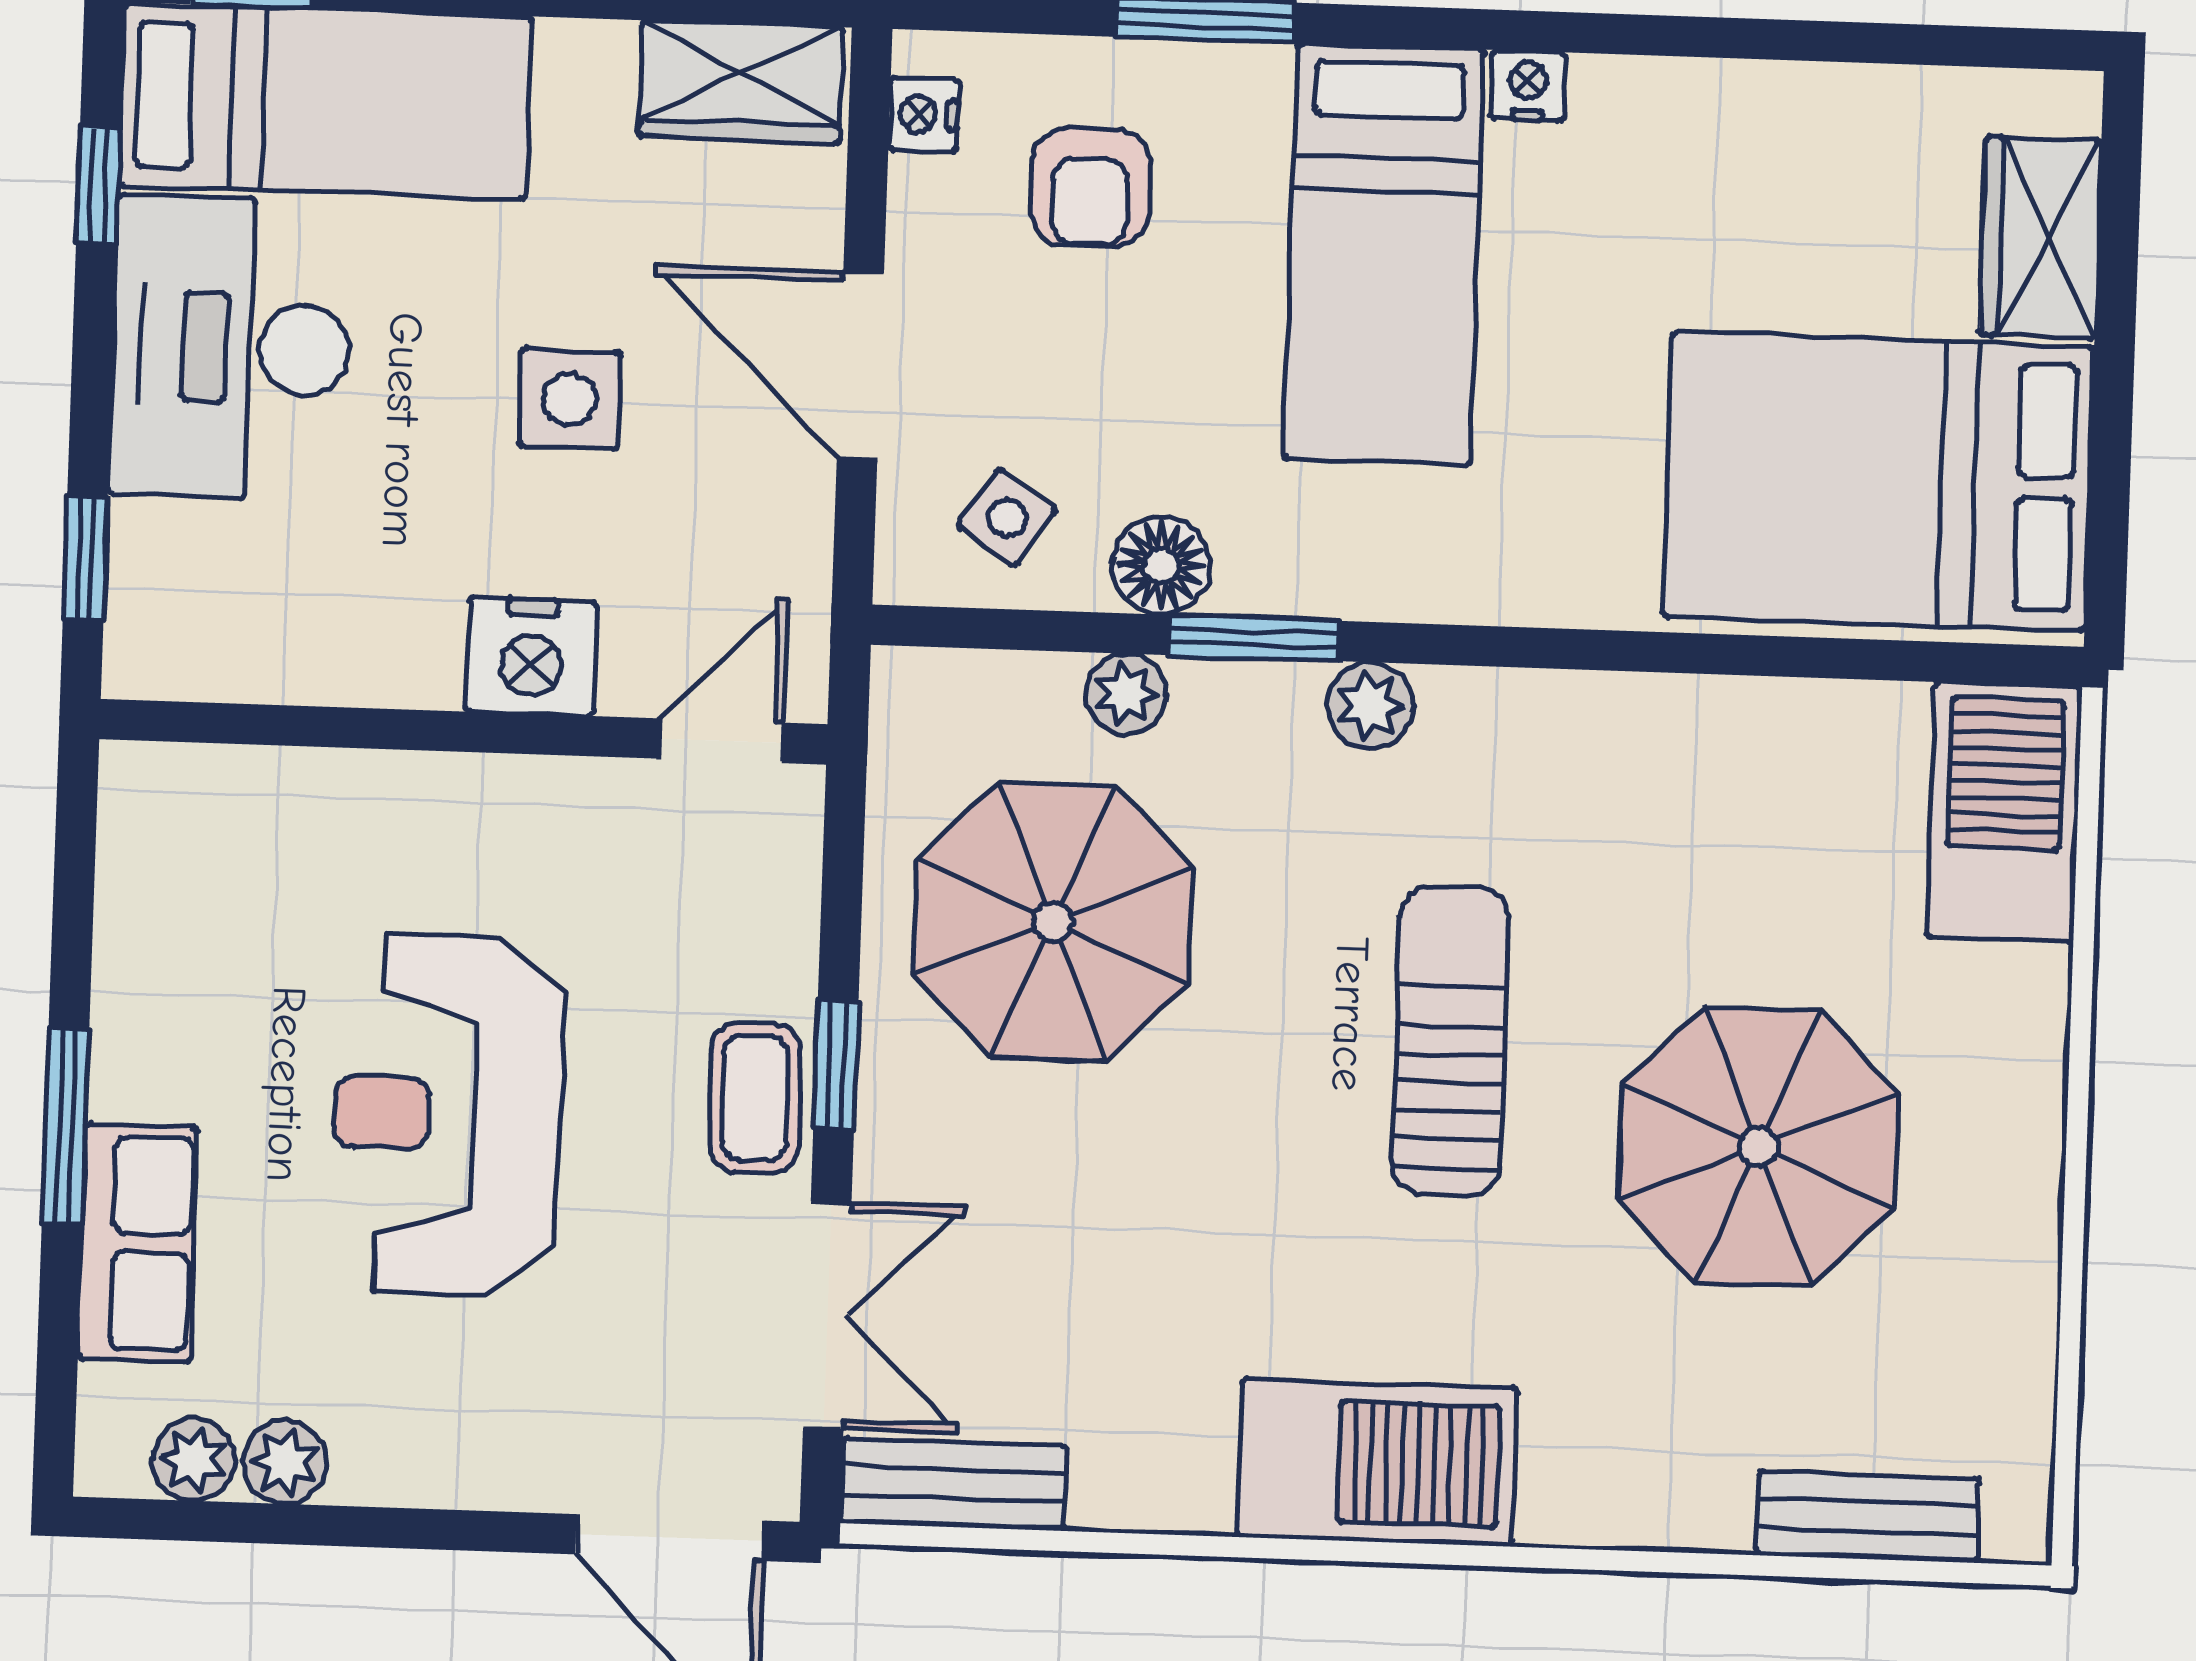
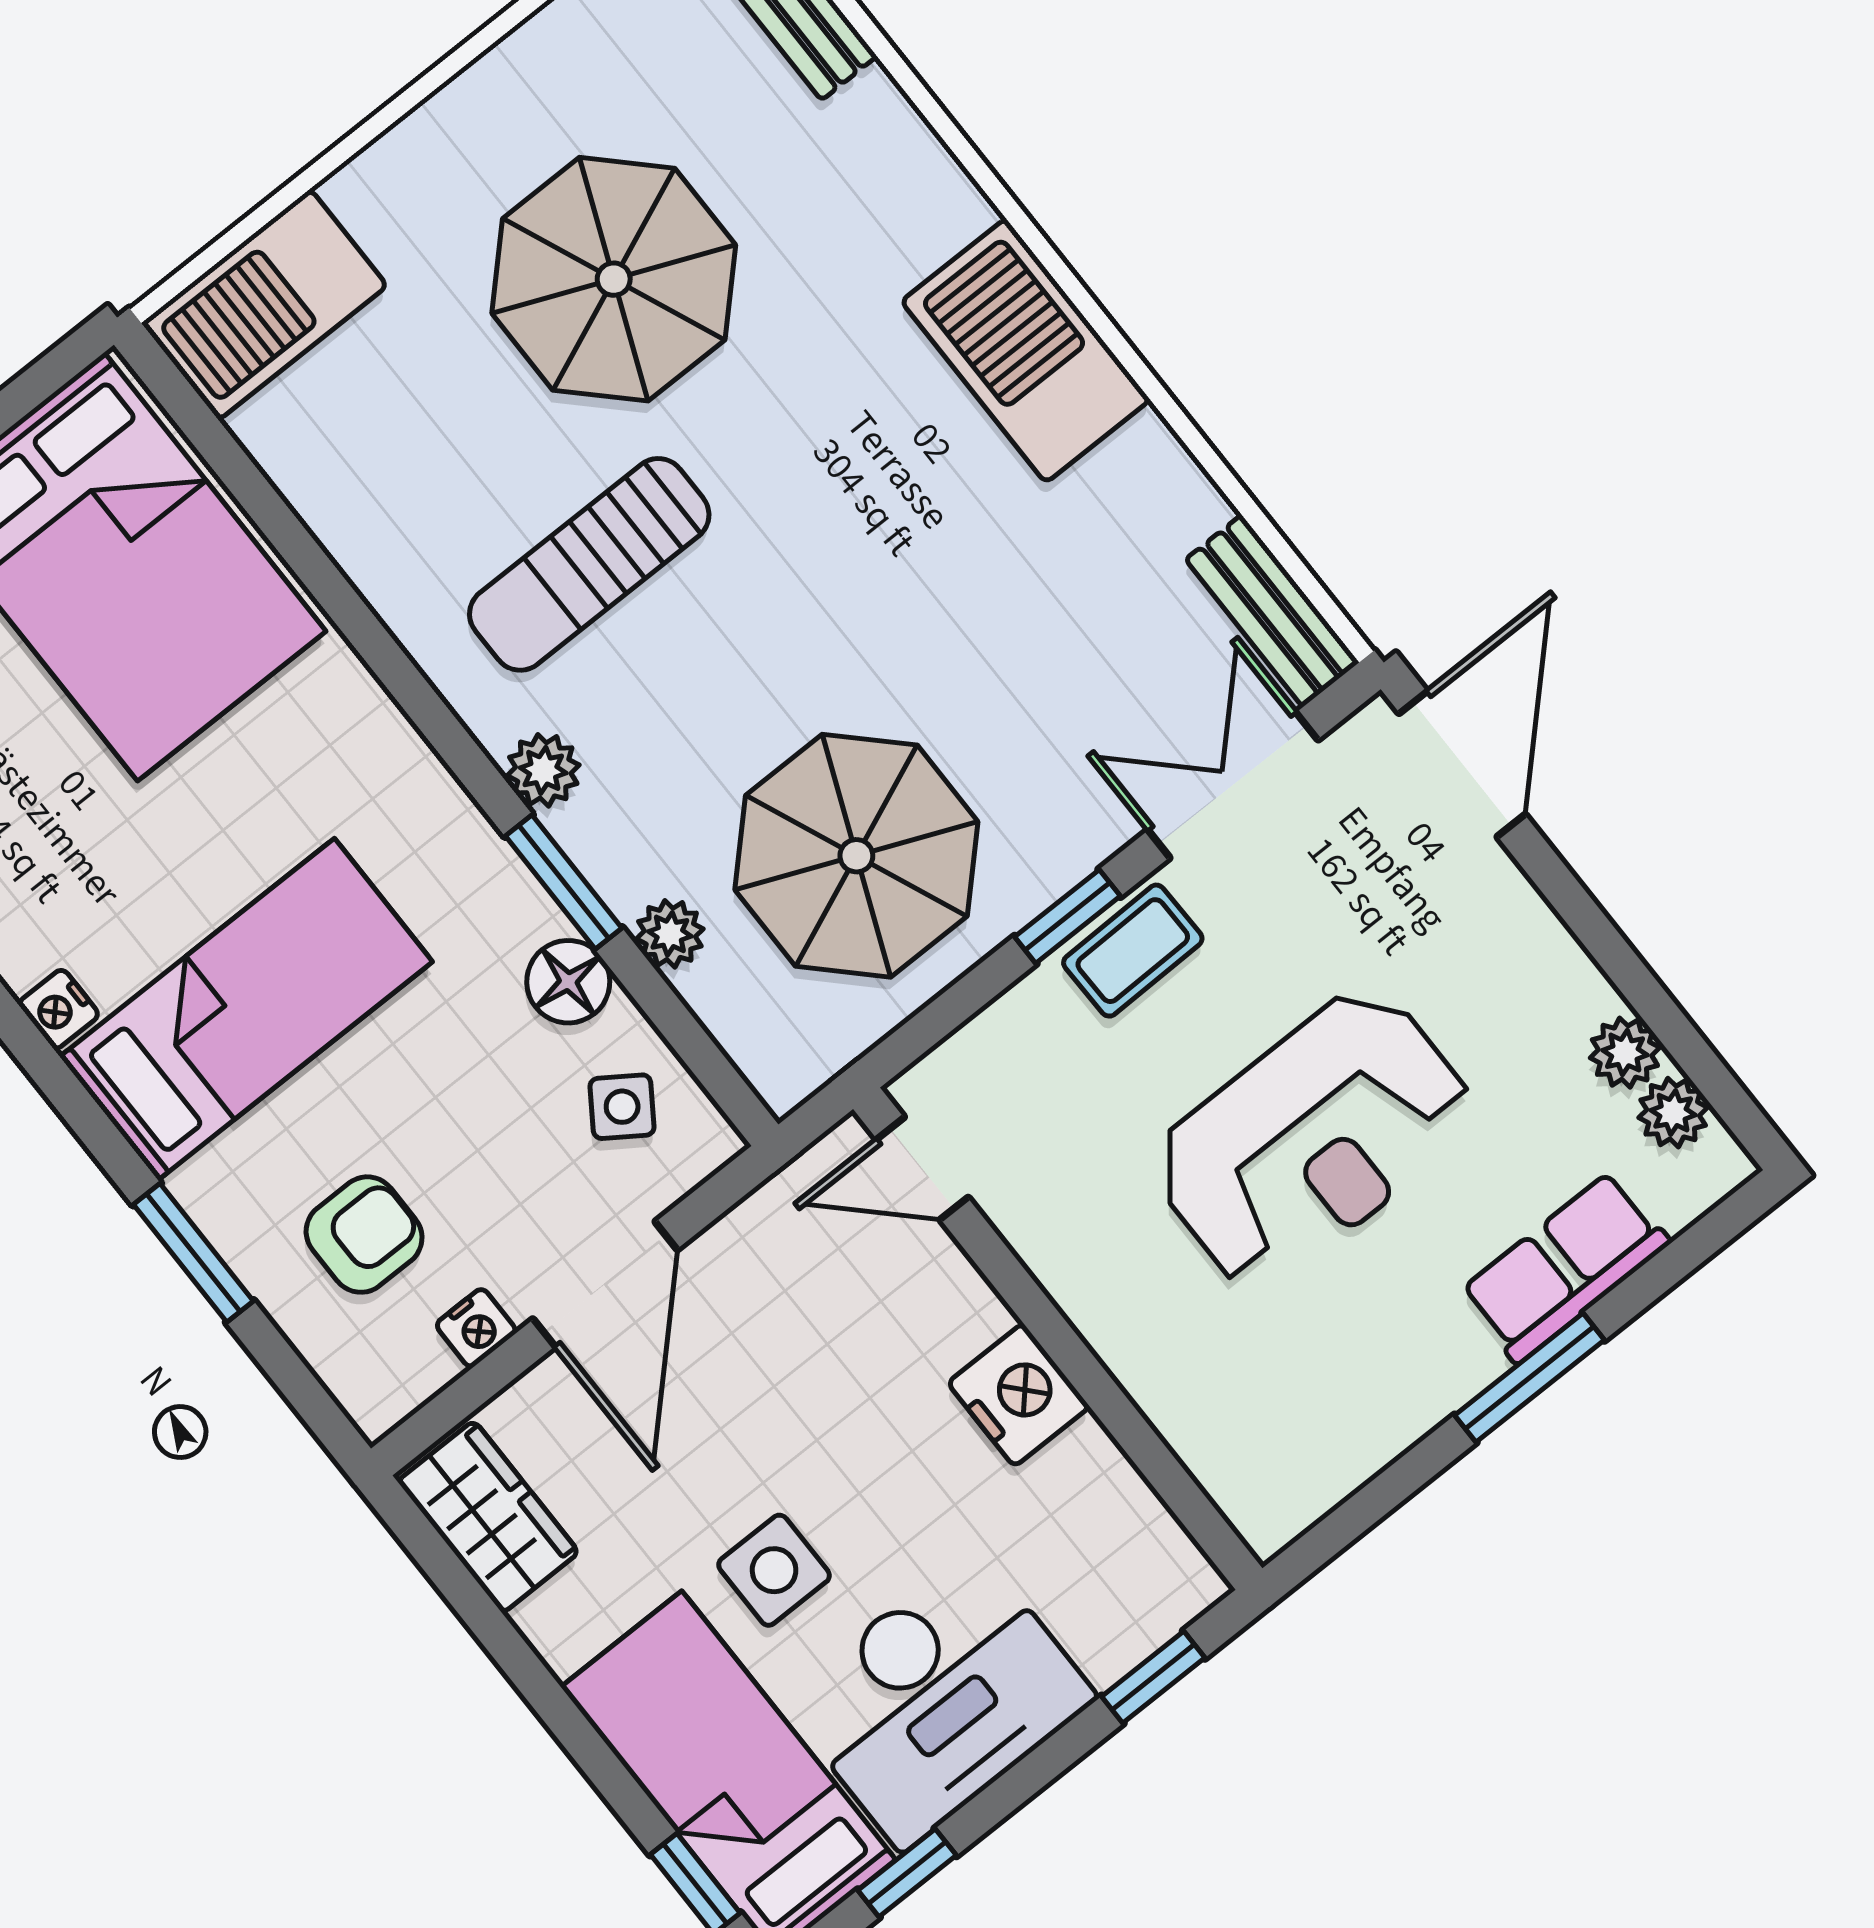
nightstand: (924, 114) -> (476, 1328), moved
side table: (570, 399) -> (774, 1570), moved
nightstand: (531, 656) -> (1019, 1395), moved
sun lounger: (1450, 1041) -> (589, 564), moved

